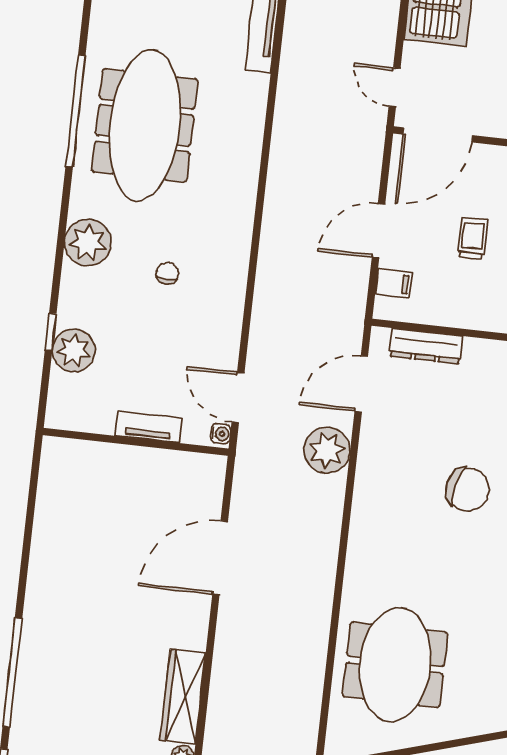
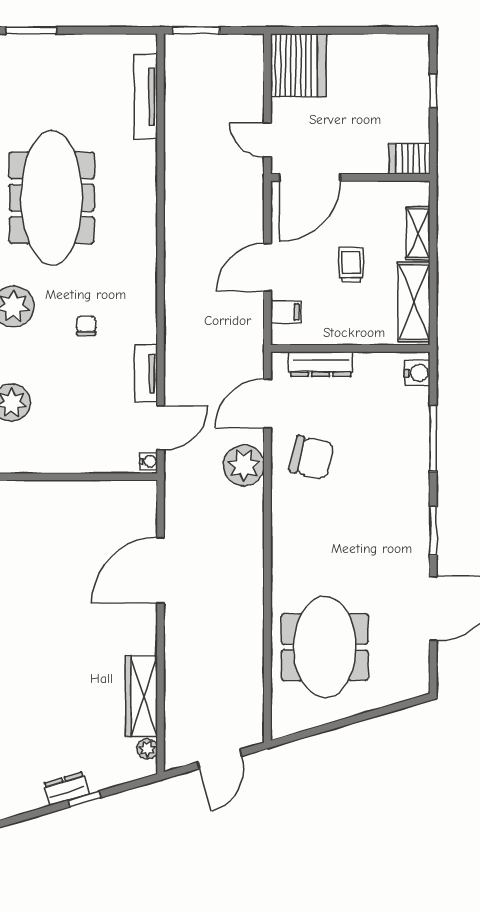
door: (238, 398) -> (161, 428), swing flipped
tv unit: (149, 427) -> (146, 373), moved, turned -90
chair: (468, 489) -> (312, 458), moved

